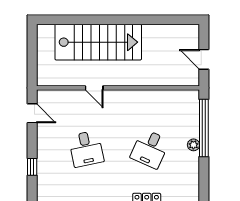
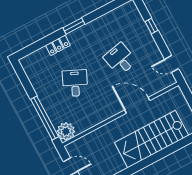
door: (94, 88) -> (137, 105), width x1.87
plant: (193, 145) -> (66, 131), moved, width x1.87, depth x1.87

